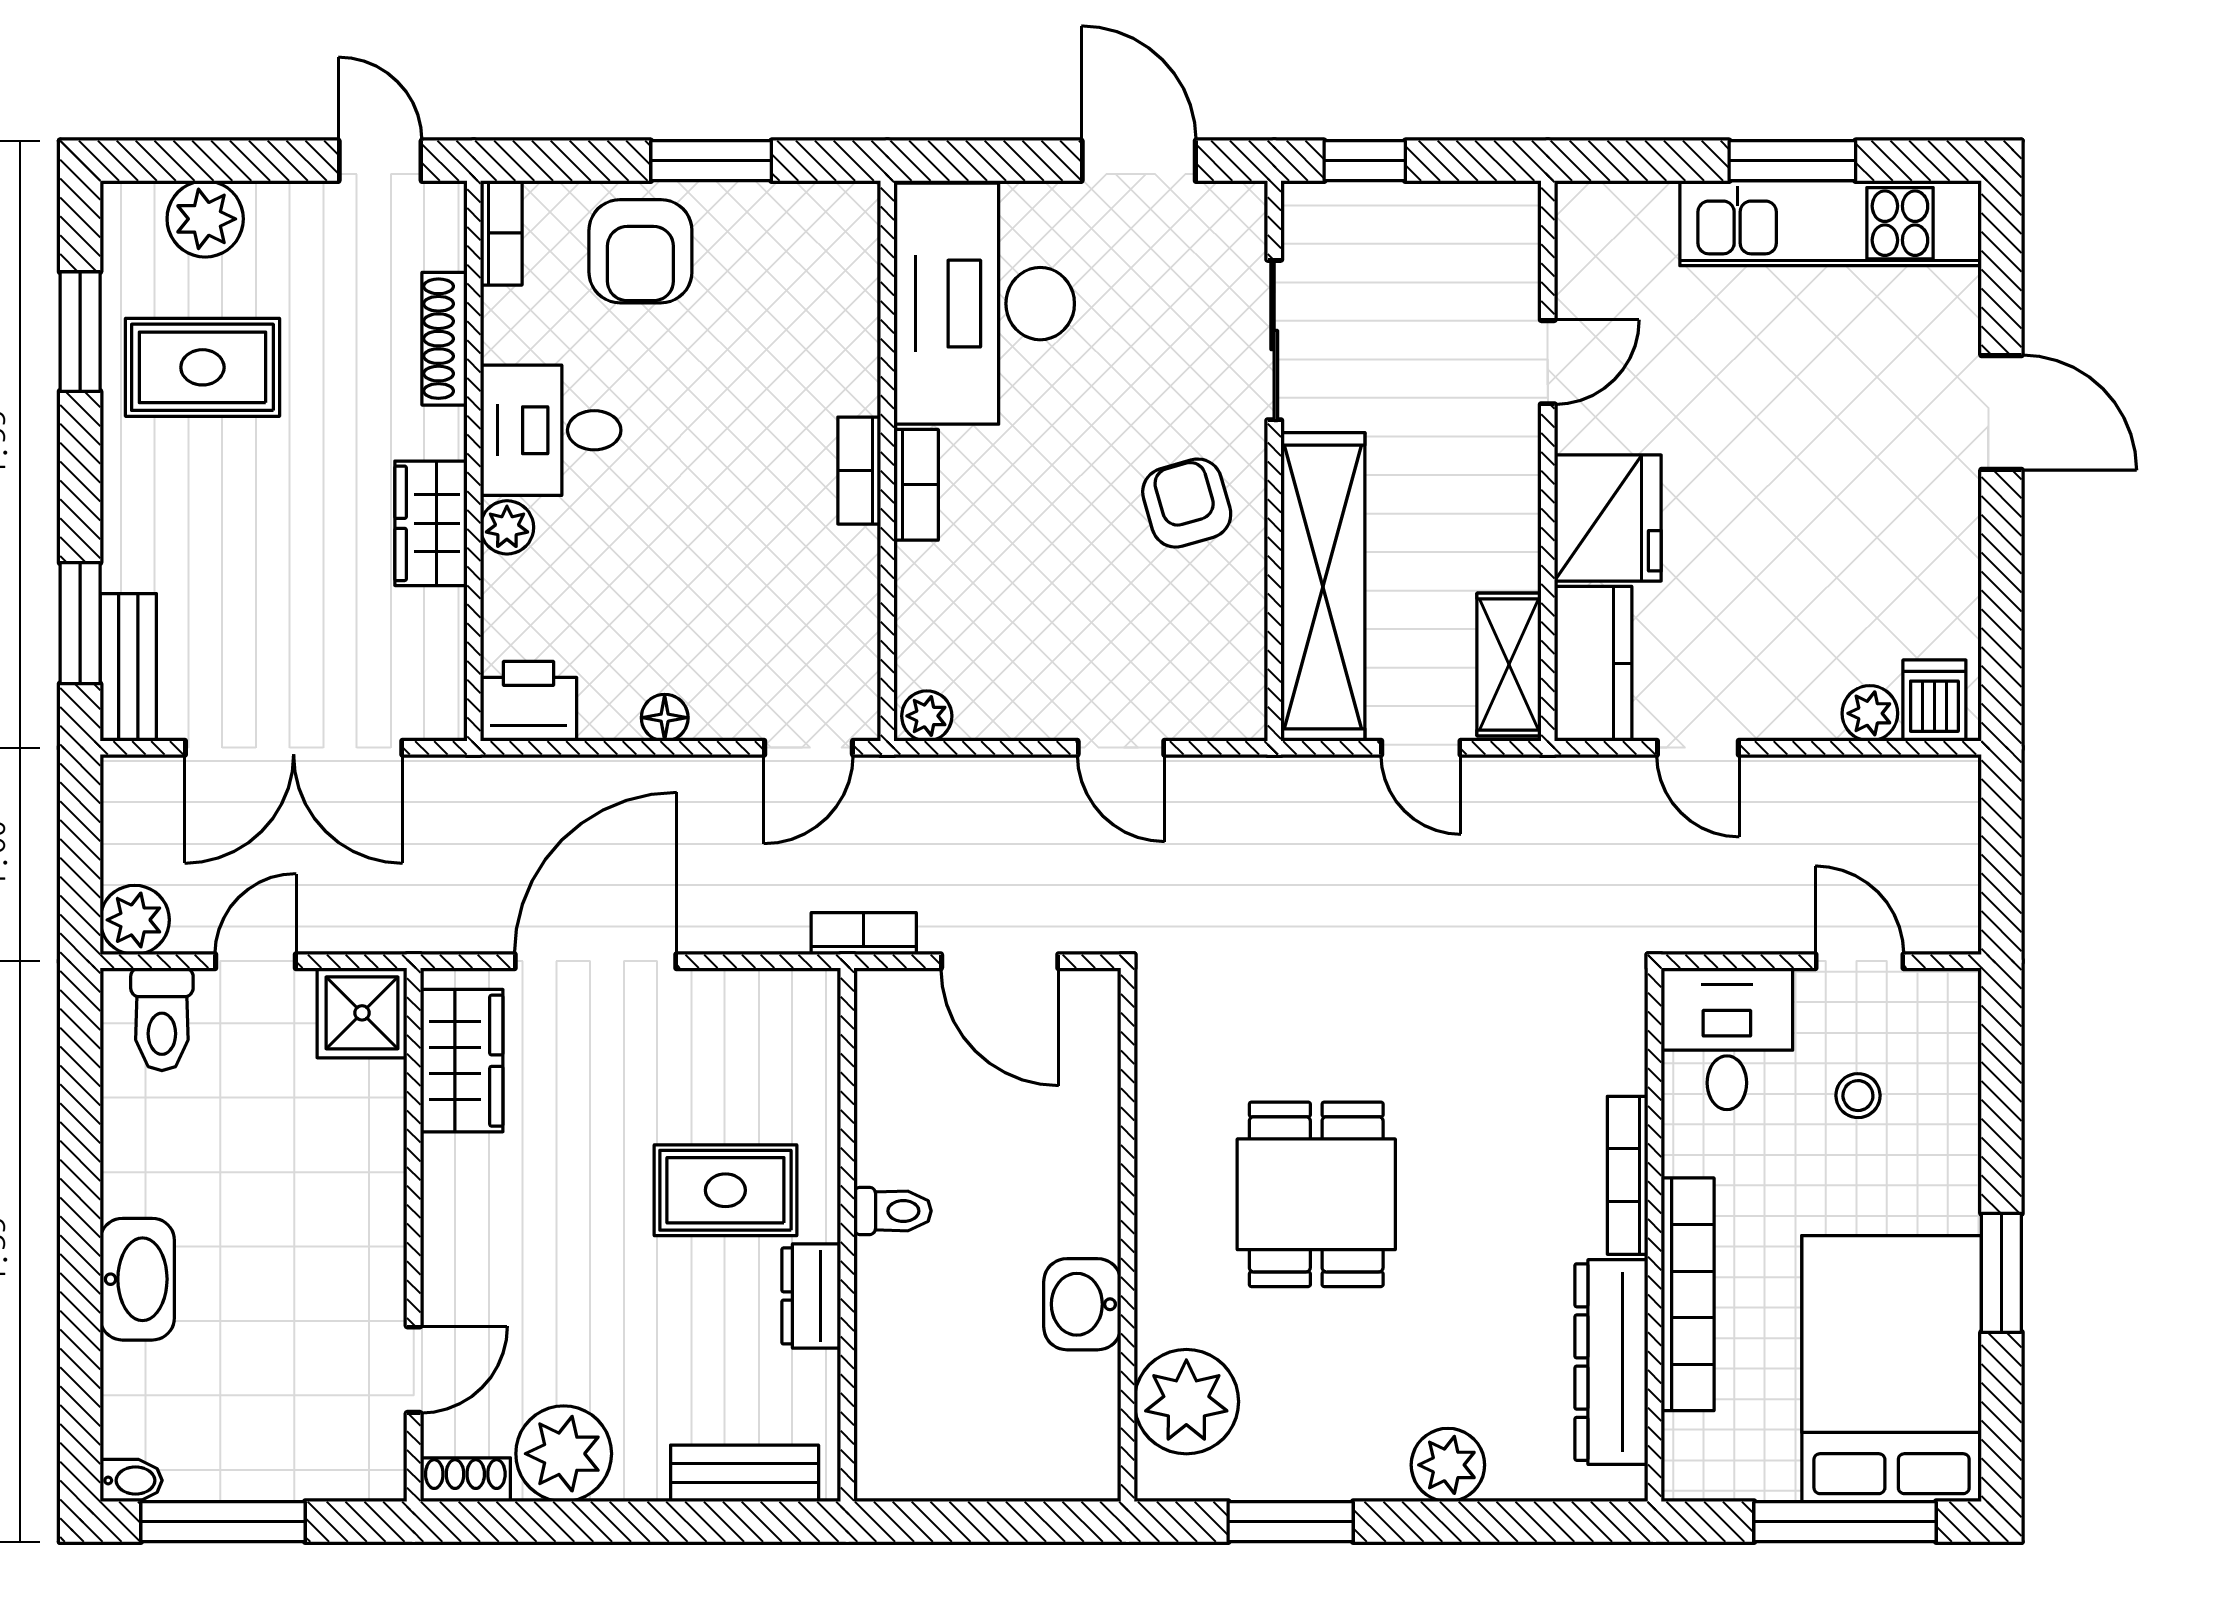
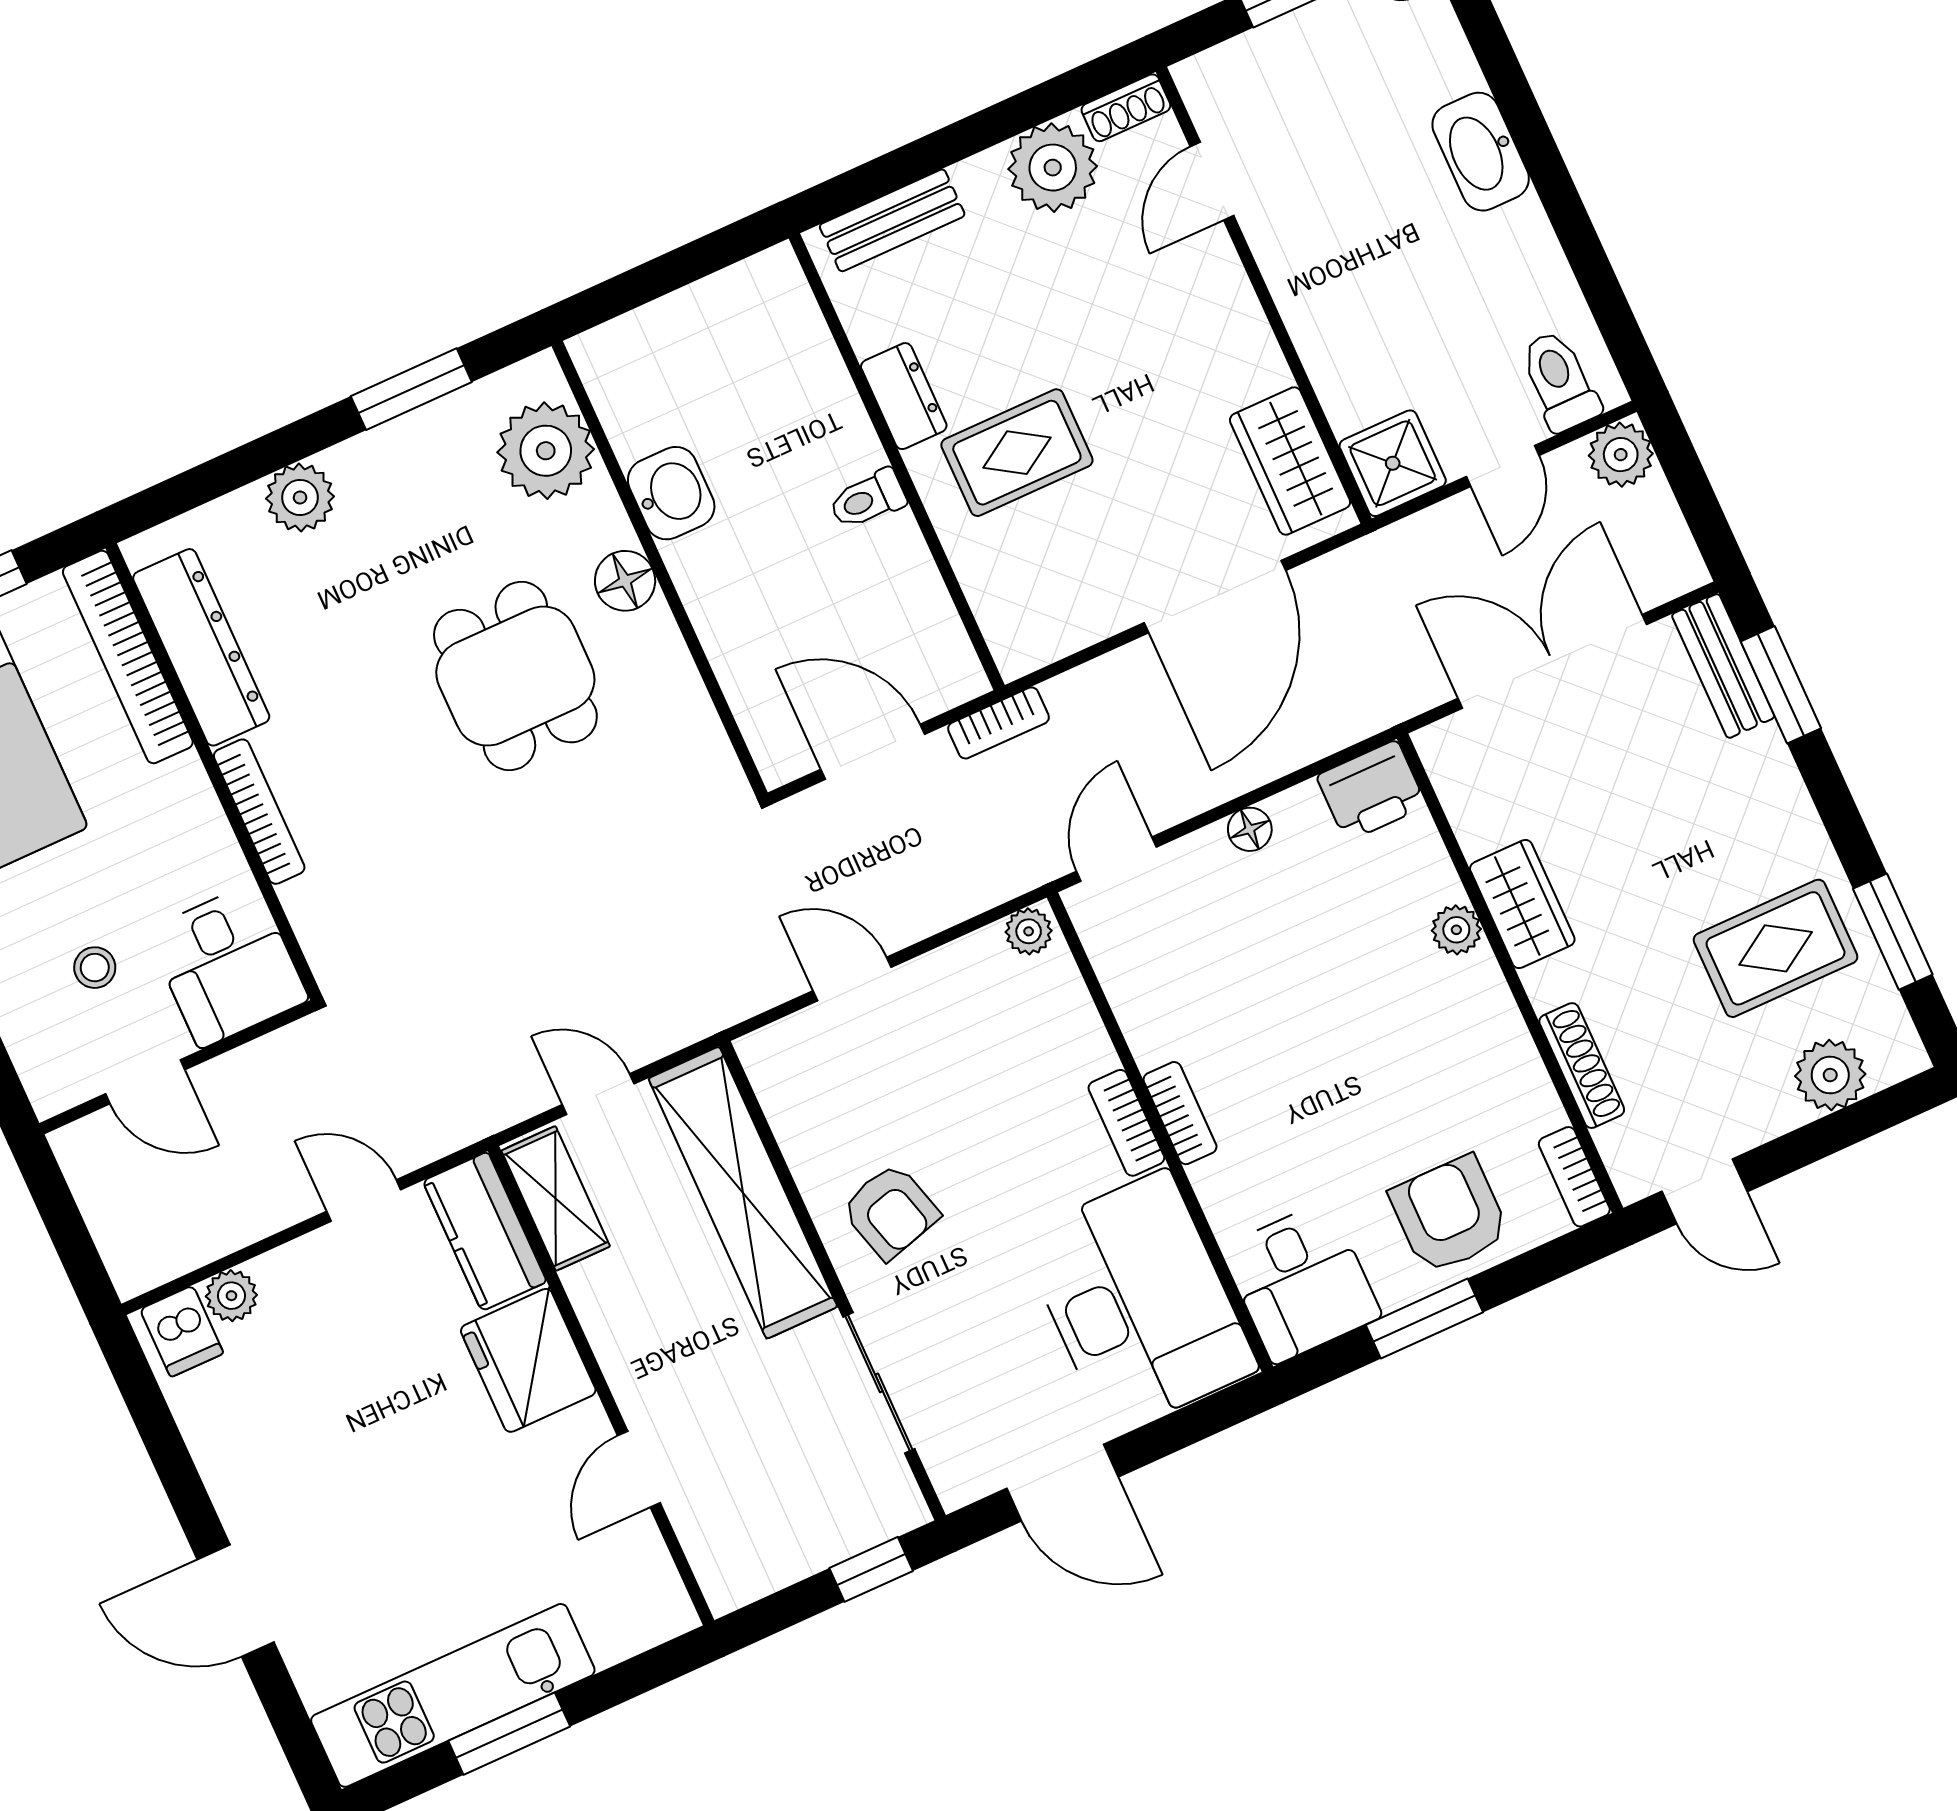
desk: (551, 430) -> (1301, 1282), moved, turned 90
floor lamp: (1166, 1239) -> (625, 581), added
bookcase: (1688, 1294) -> (128, 657), moved

